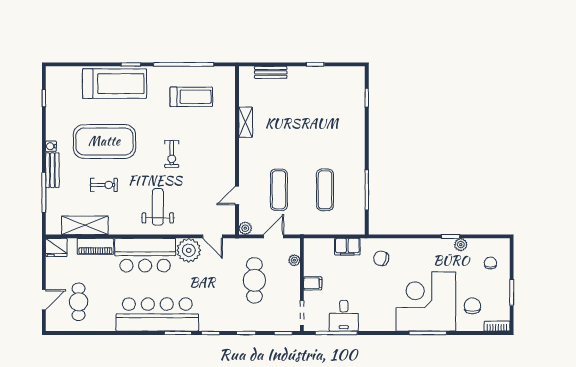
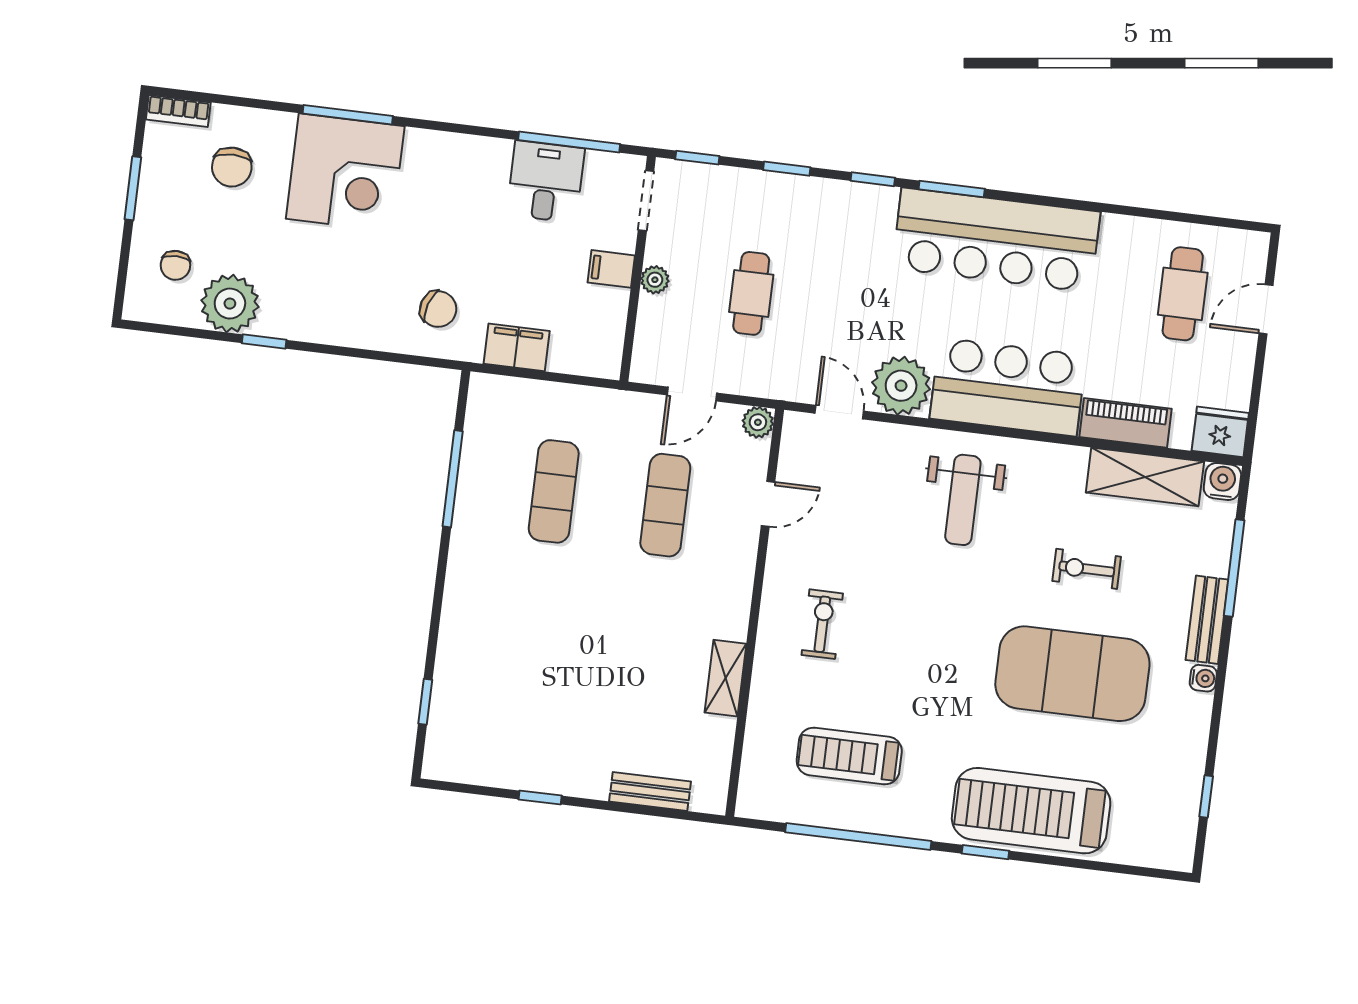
exercise bike: (172, 154) -> (822, 624), moved
water cooler: (53, 227) -> (1222, 482), added
plant: (461, 245) -> (230, 304), width x1.87, depth x1.87
plant: (294, 260) -> (655, 280), moved
cafe table: (254, 280) -> (751, 293), width x0.73, depth x0.74
corner desk: (426, 301) -> (345, 173), width x0.74, depth x0.74

